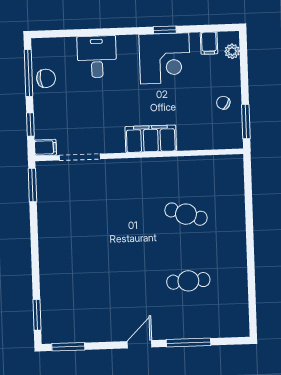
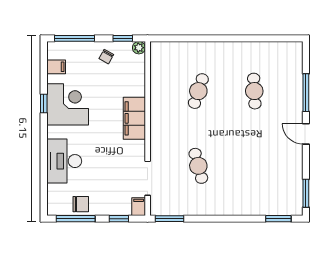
plant: (232, 51) -> (139, 48), moved
desk: (97, 57) -> (64, 161), width x1.37
window: (244, 64) -> (75, 38), added
chair: (46, 78) -> (81, 204), turned 95
window: (246, 122) -> (123, 38), width x0.67
cafe table: (97, 217) -> (198, 166), added

